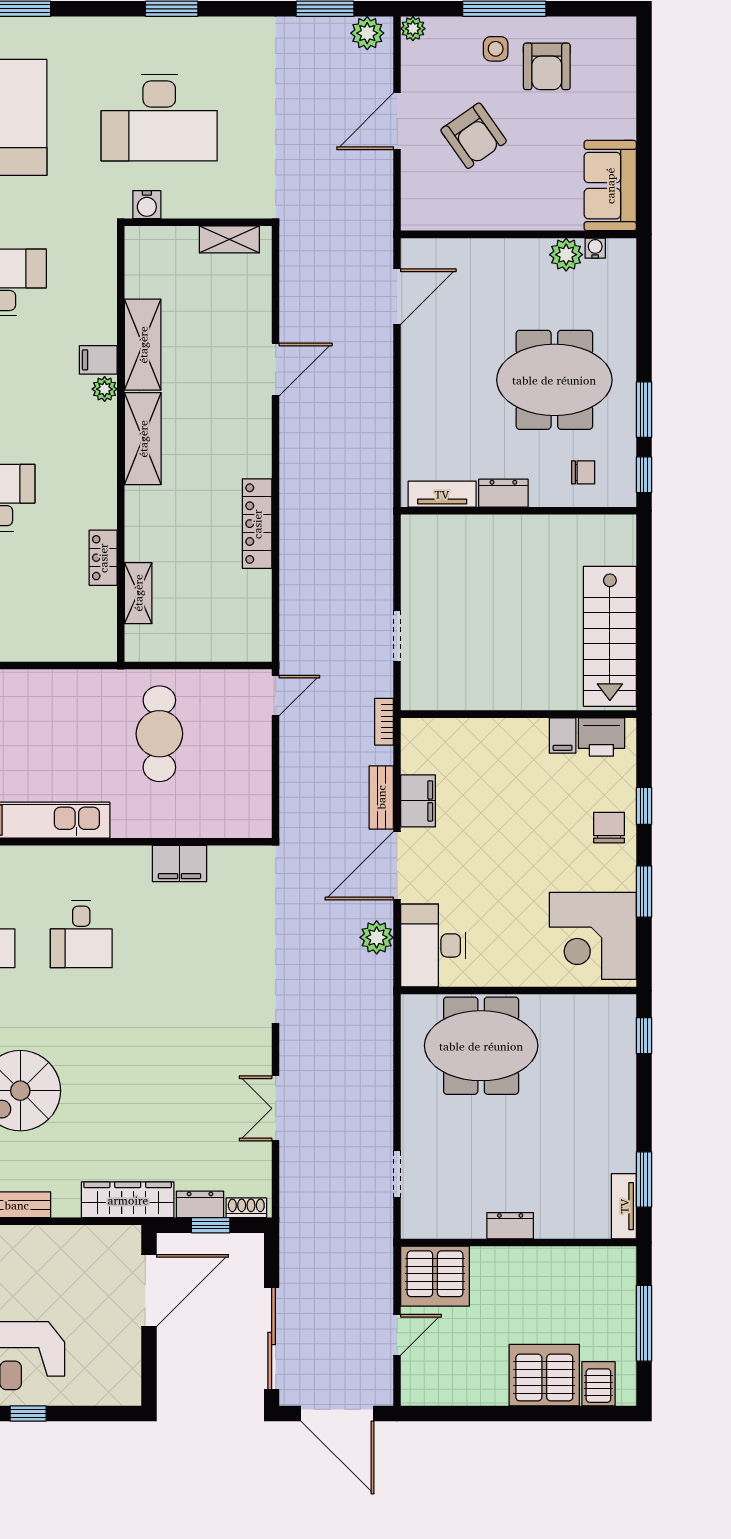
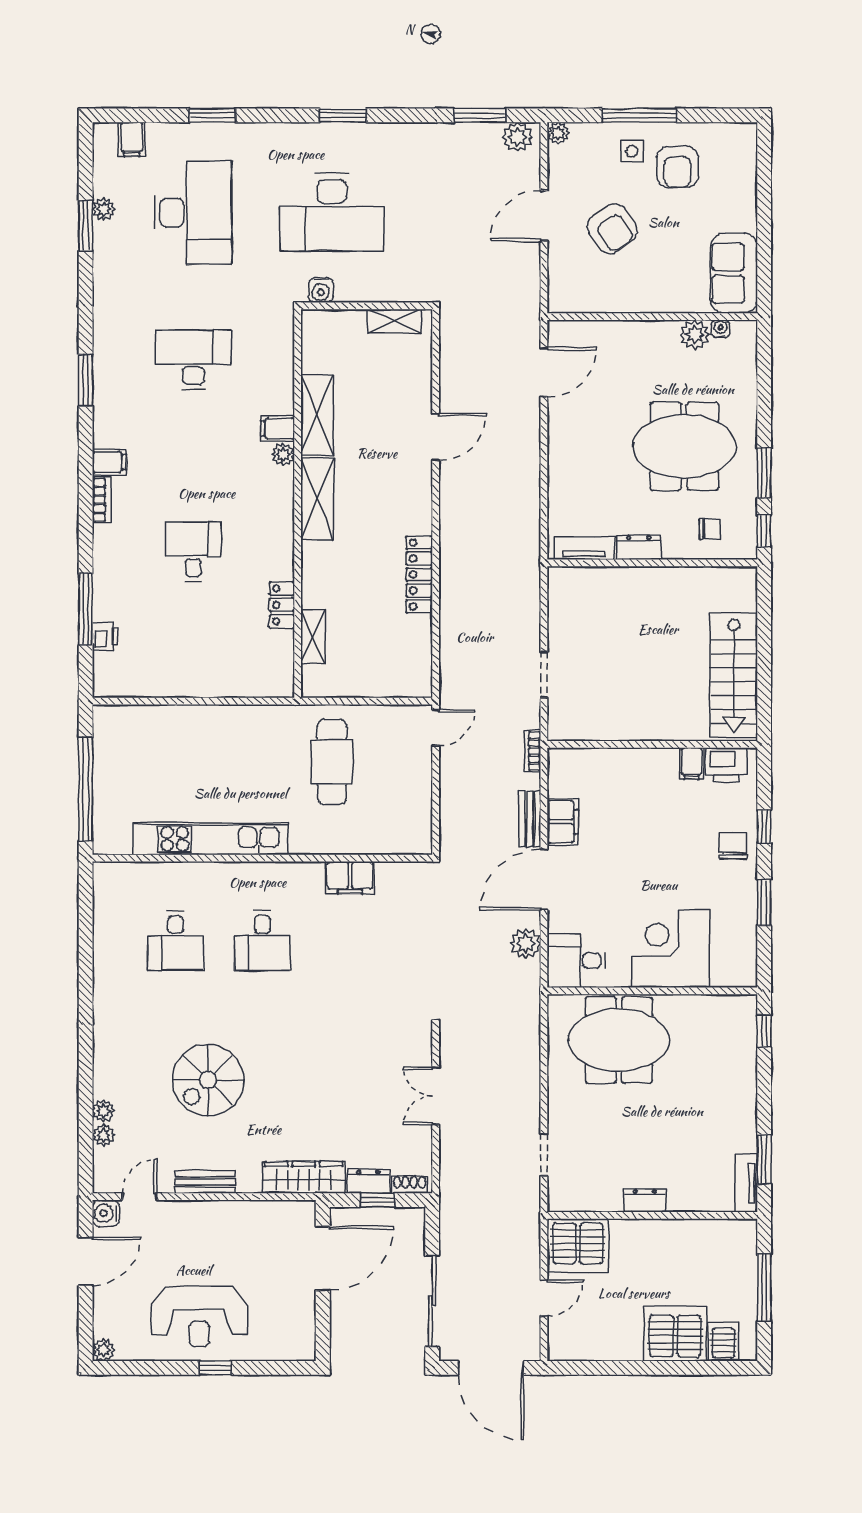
corner desk: (593, 936) -> (671, 949), moved, turned 90
desk: (433, 945) -> (576, 961), width x0.73

